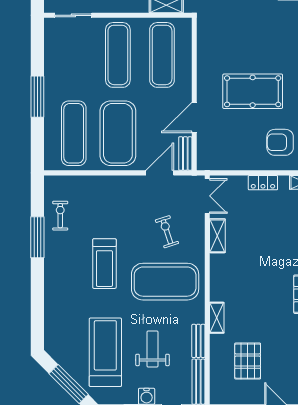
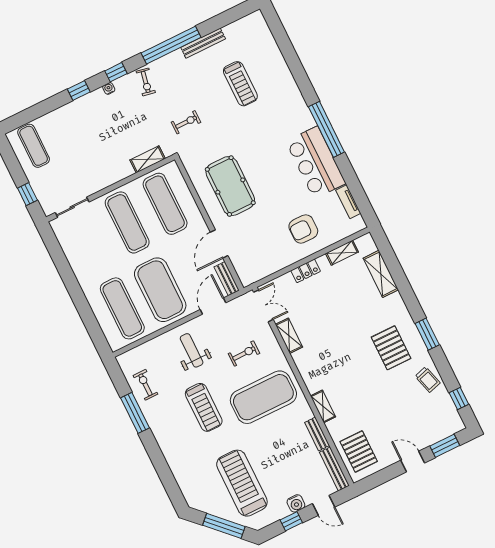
pool table: (253, 91) -> (230, 186), moved, turned 90
window: (37, 97) -> (76, 292), removed
exercise bike: (167, 232) -> (244, 354), turned 107
weight bench: (153, 349) -> (192, 350), moved
pallet: (248, 361) -> (359, 452), moved

